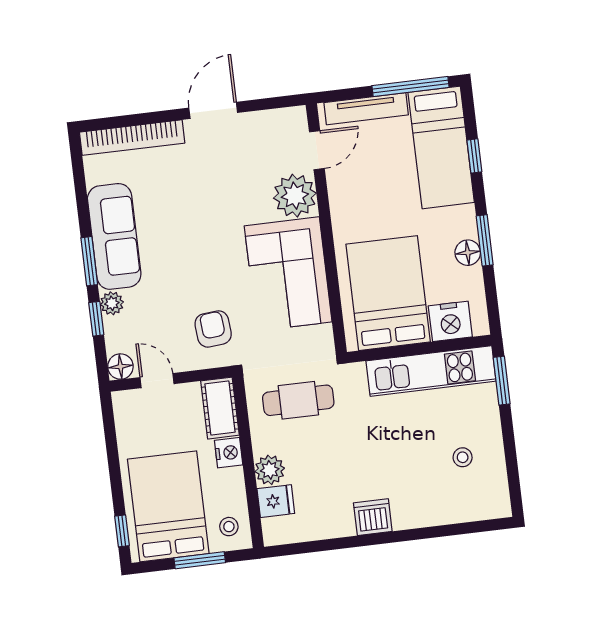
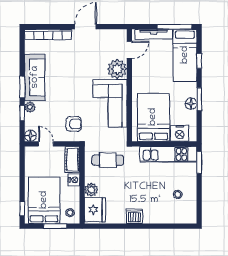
armchair: (213, 329) -> (74, 124), turned 95
fridge: (276, 501) -> (95, 210), width x1.88, depth x1.34

